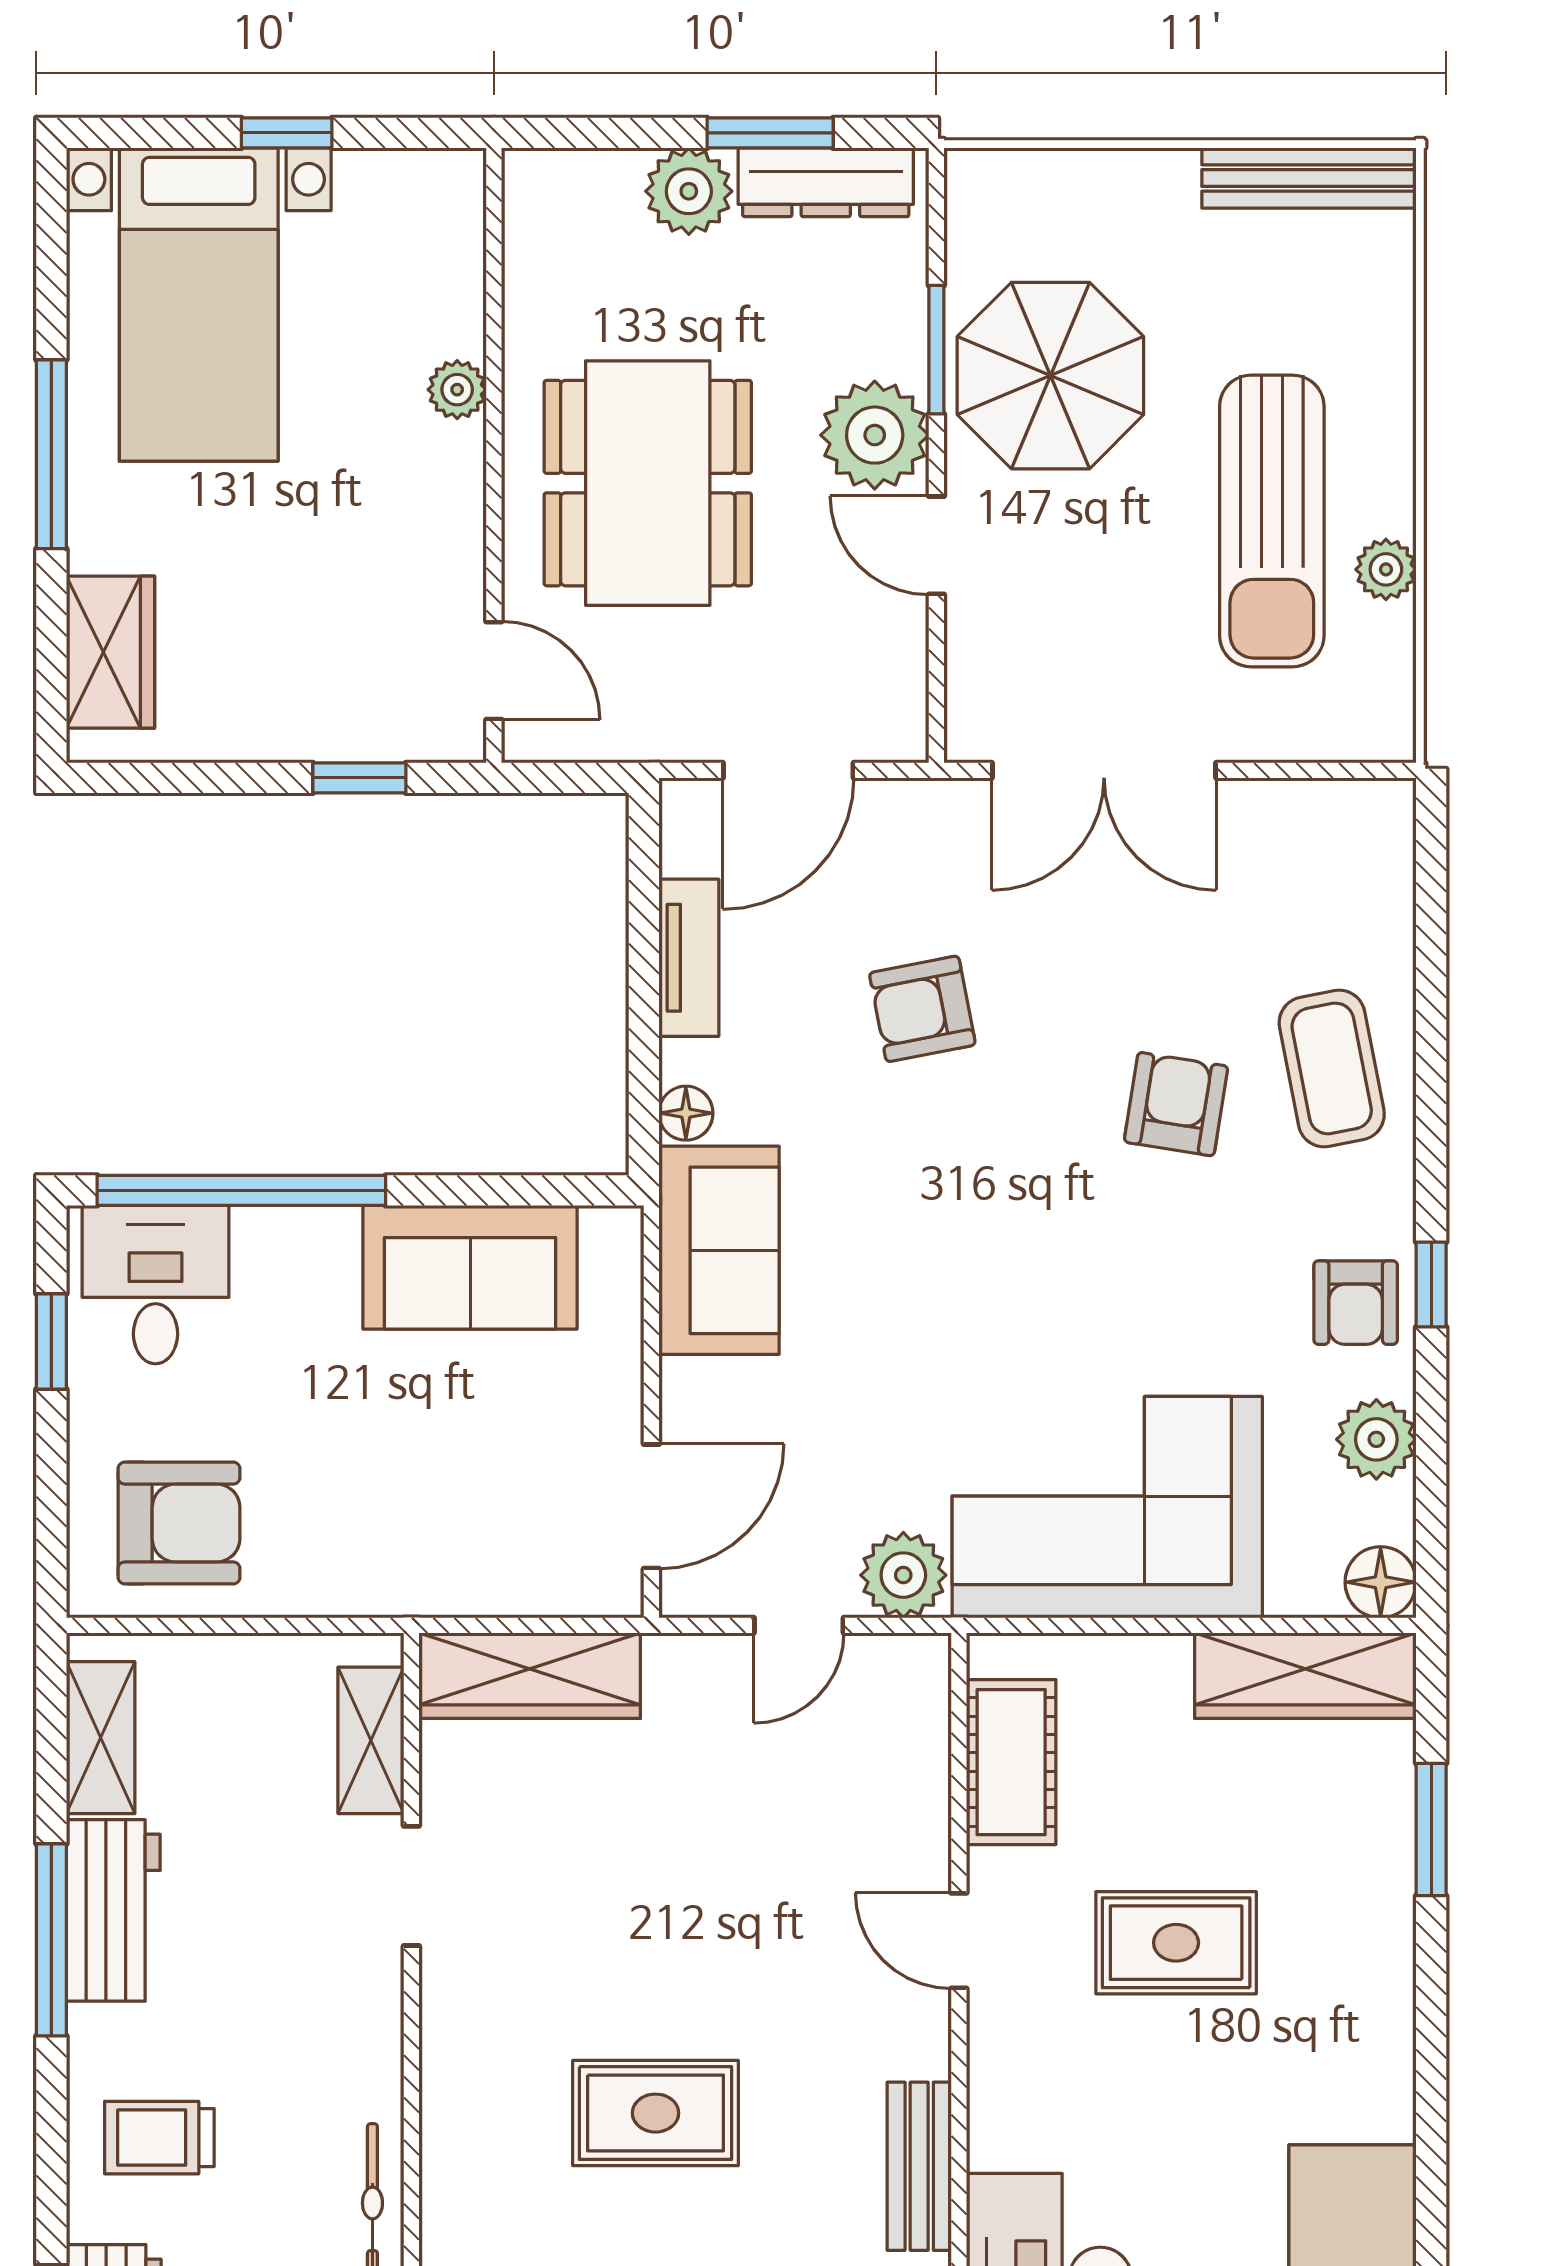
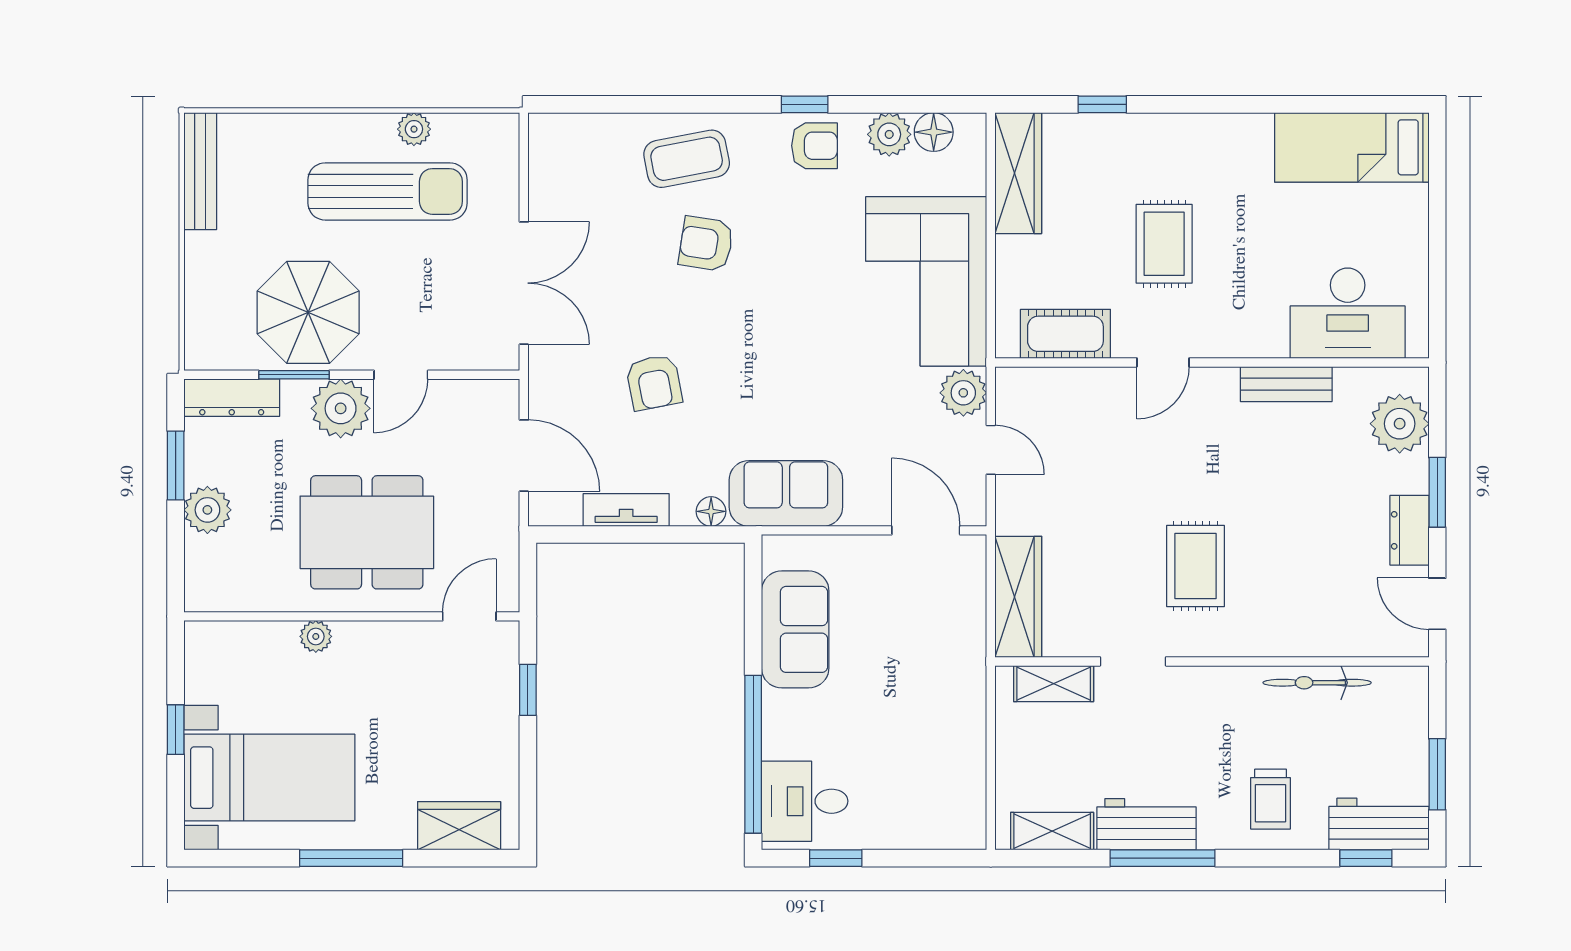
dresser: (826, 182) -> (232, 398), moved, turned 90
armchair: (179, 1523) -> (935, 788), removed
floor lamp: (1381, 1582) -> (934, 132), moved
window: (1431, 1829) -> (1102, 104), width x0.67
rug: (656, 2113) -> (1195, 566), moved

